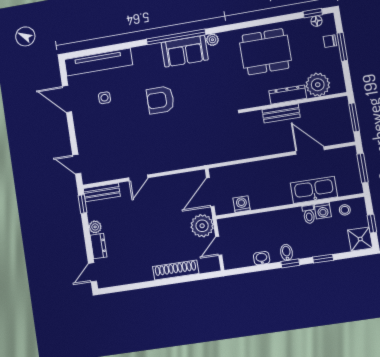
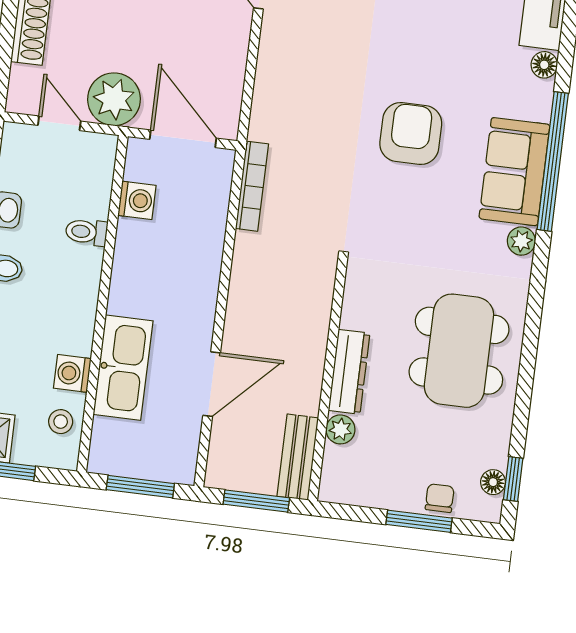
floor lamp: (138, 52) -> (544, 65), added
plant: (318, 85) -> (340, 429), width x0.53, depth x0.53
armchair: (160, 100) -> (411, 133), moved
bench: (281, 113) -> (298, 457), moved
bookcase: (222, 158) -> (252, 186), added
toilet: (309, 214) -> (86, 232), moved

